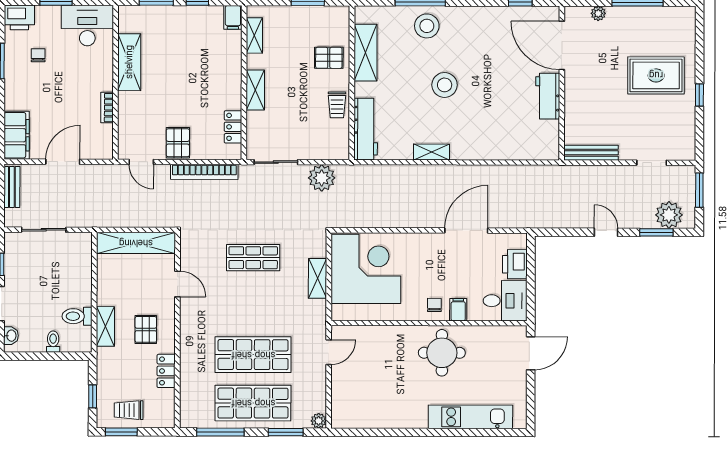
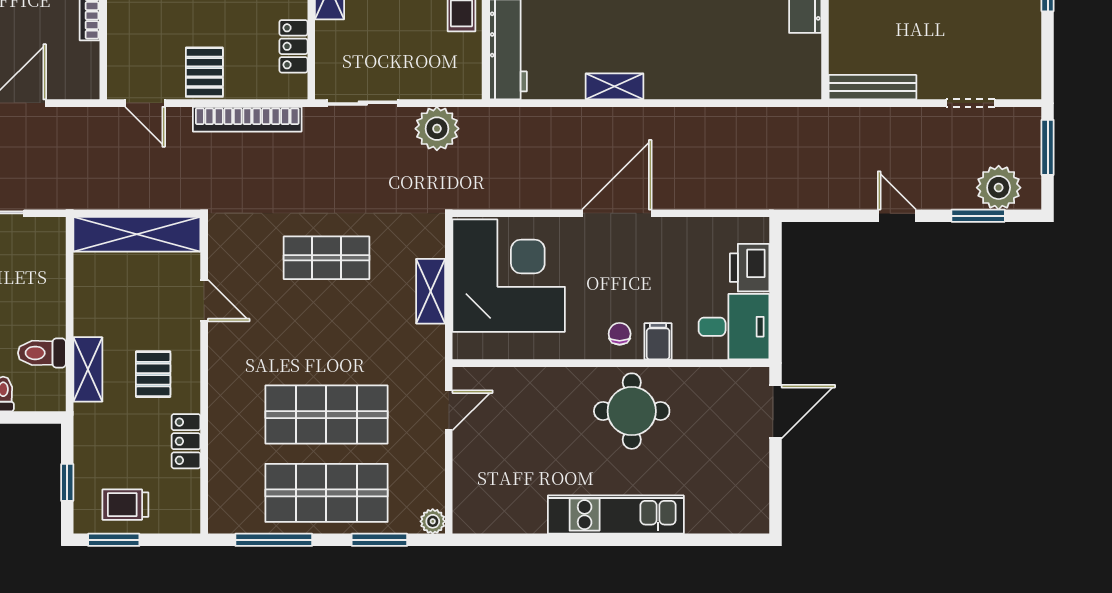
door: (466, 231) -> (617, 213), moved
kitchen unit: (470, 417) -> (616, 515), moved

